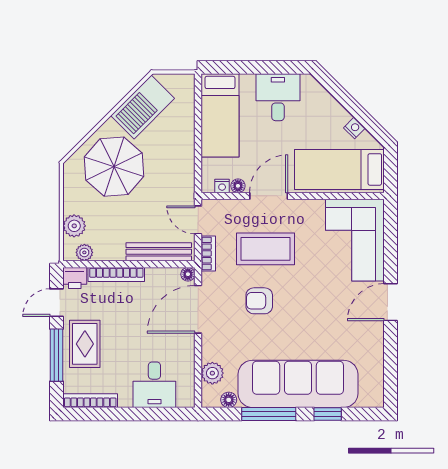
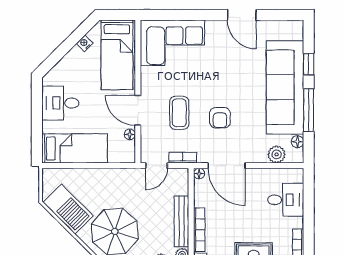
nightstand: (222, 186) -> (130, 147), removed
coffee table: (265, 249) -> (179, 113), width x0.73, depth x0.76
bench: (159, 252) -> (181, 221), moved
door: (391, 302) -> (242, 15), moved

